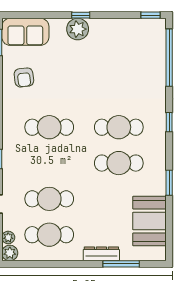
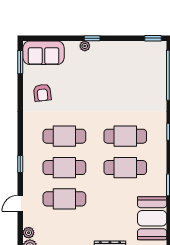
plant: (78, 29) -> (85, 46), width x0.53, depth x0.53
cafe table: (49, 235) -> (64, 168), moved

